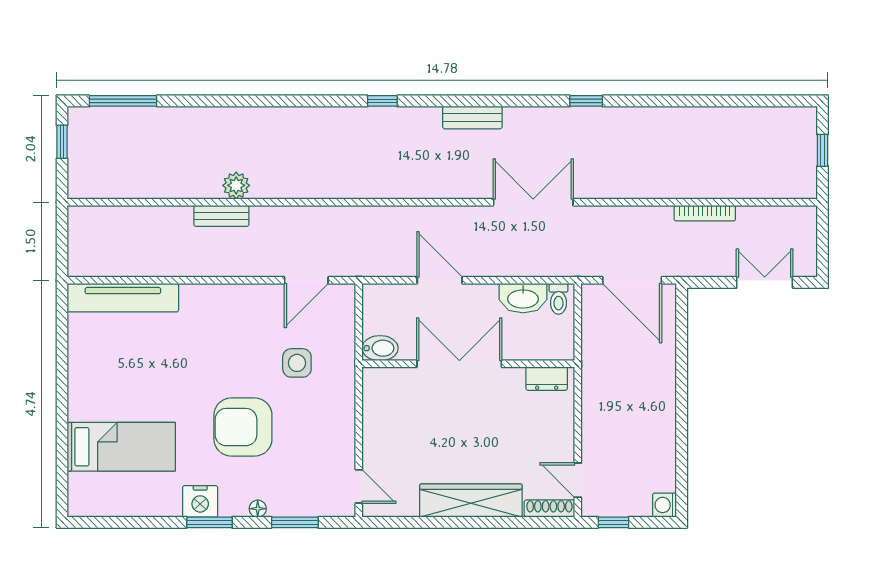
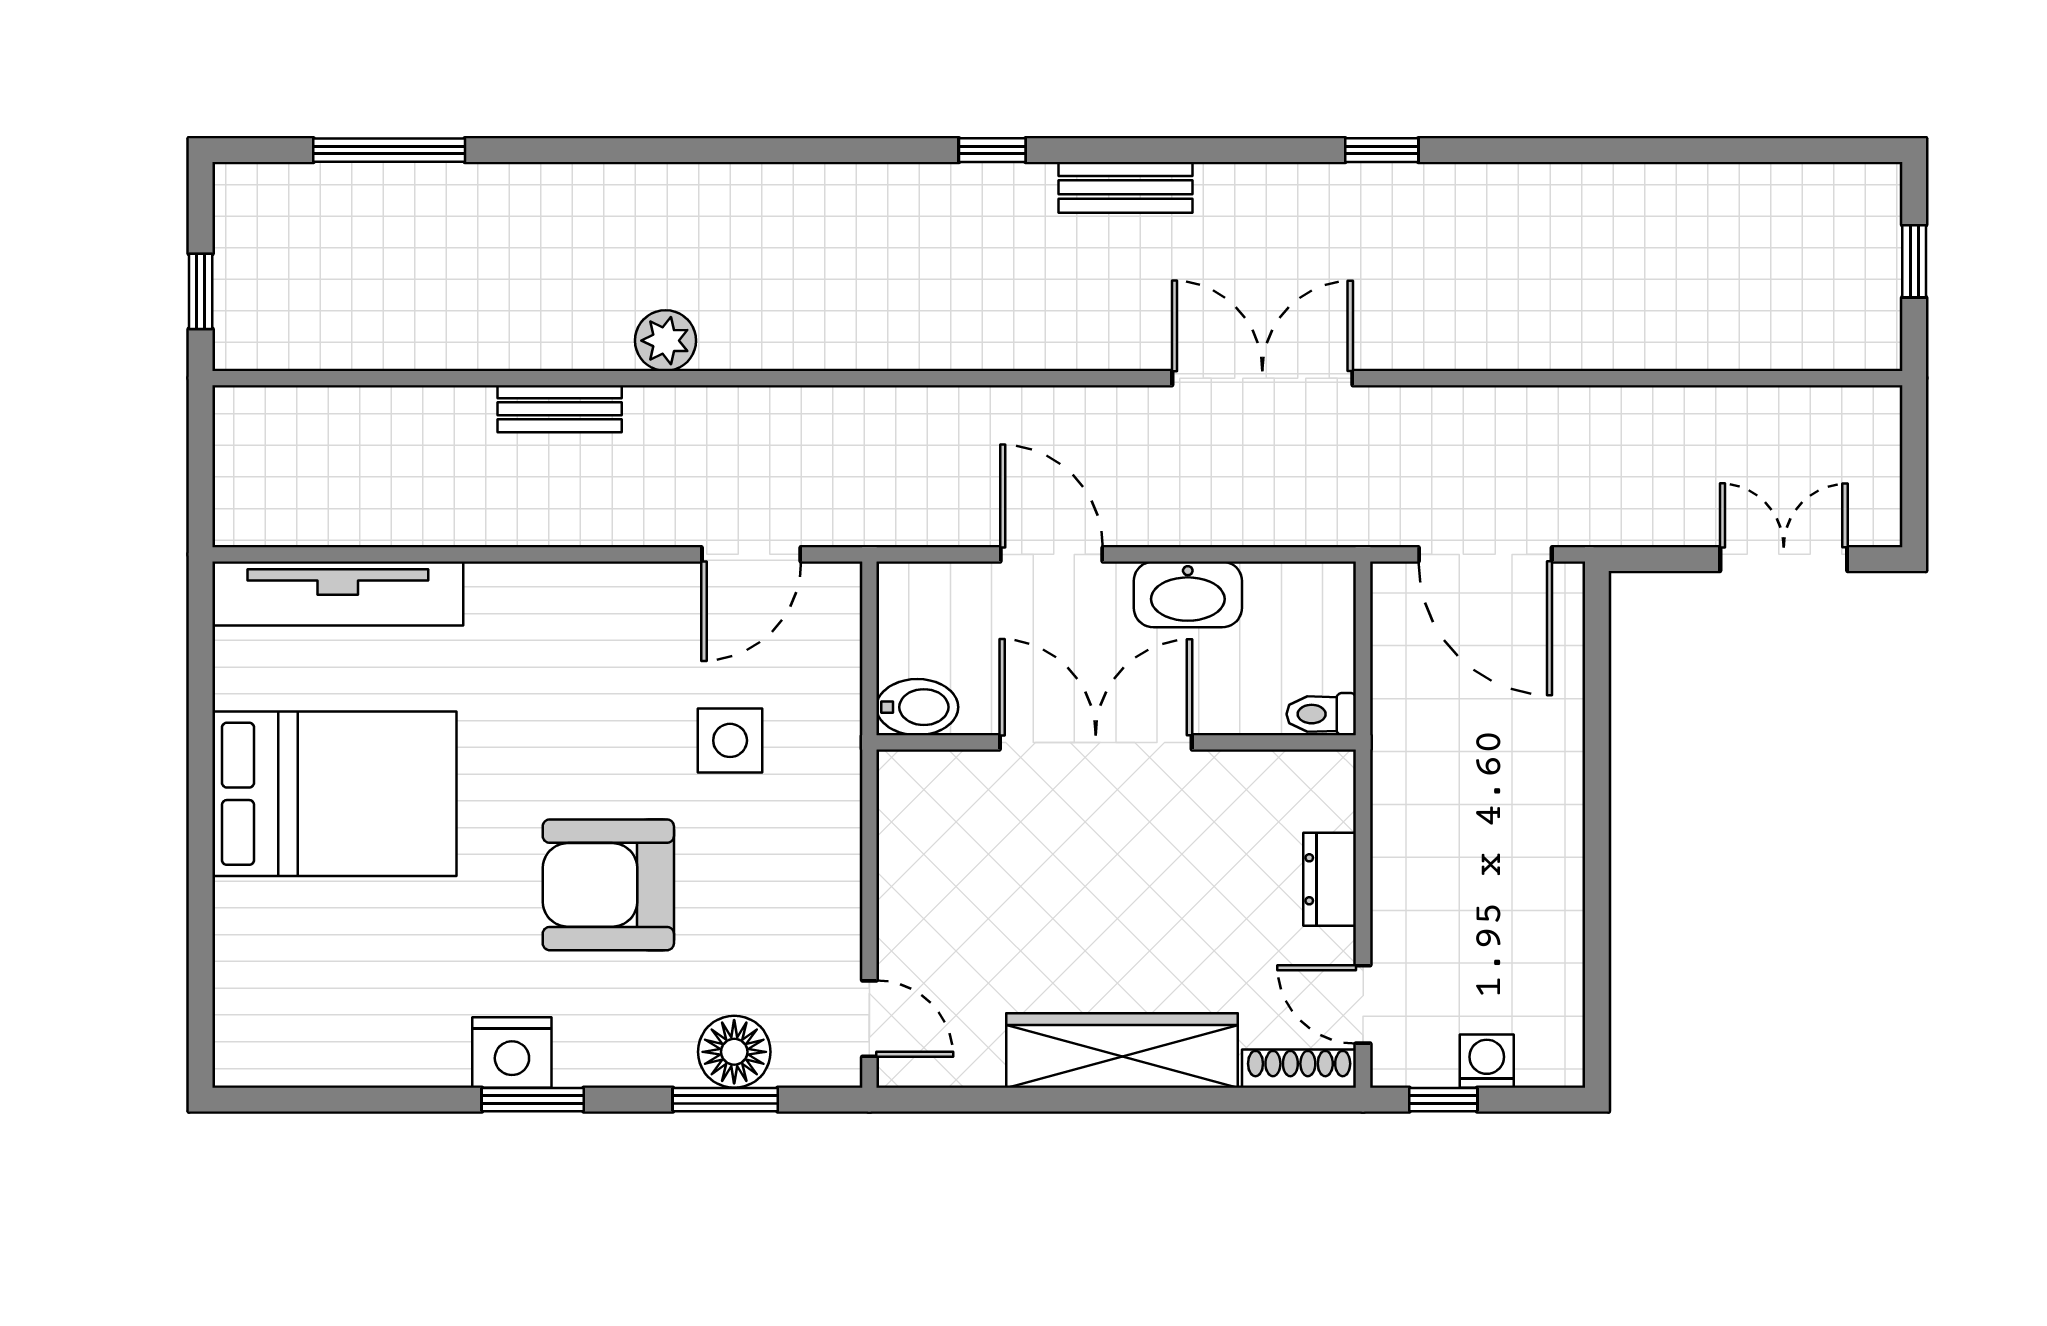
window: (123, 101) -> (389, 150), moved
window: (382, 101) -> (992, 150), moved
window: (62, 142) -> (201, 291), moved
plant: (236, 185) -> (666, 341), moved
bookcase: (705, 213) -> (1649, 403), removed
washbasin: (523, 298) -> (1188, 594), moved
toilet: (559, 299) -> (1321, 714), moved, turned 90
dresser: (547, 379) -> (1330, 879), moved, turned 90
bed: (121, 447) -> (334, 794), moved, width x1.50
washing machine: (665, 505) -> (1487, 1061), moved, turned 90
floor lamp: (258, 509) -> (734, 1052), moved, width x1.89, depth x1.89

